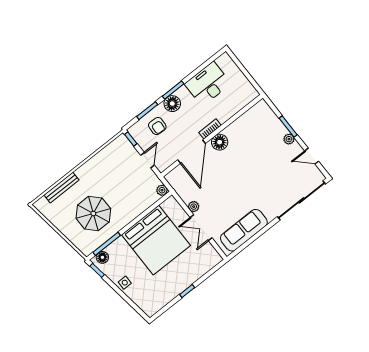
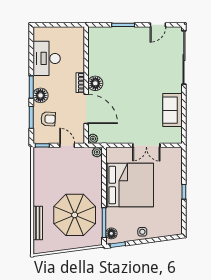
plant: (289, 139) -> (133, 32), removed
plant: (194, 207) -> (93, 139), moved
parasol: (93, 214) -> (75, 215), width x1.36, depth x1.36
sofa: (244, 230) -> (173, 110), width x0.73

